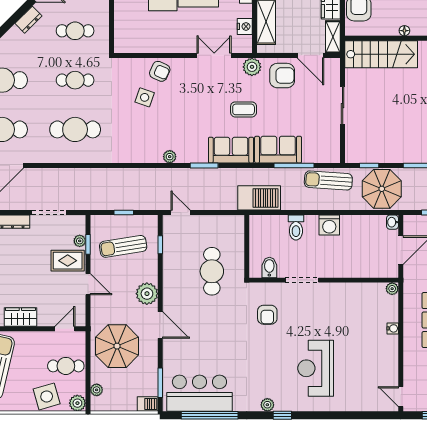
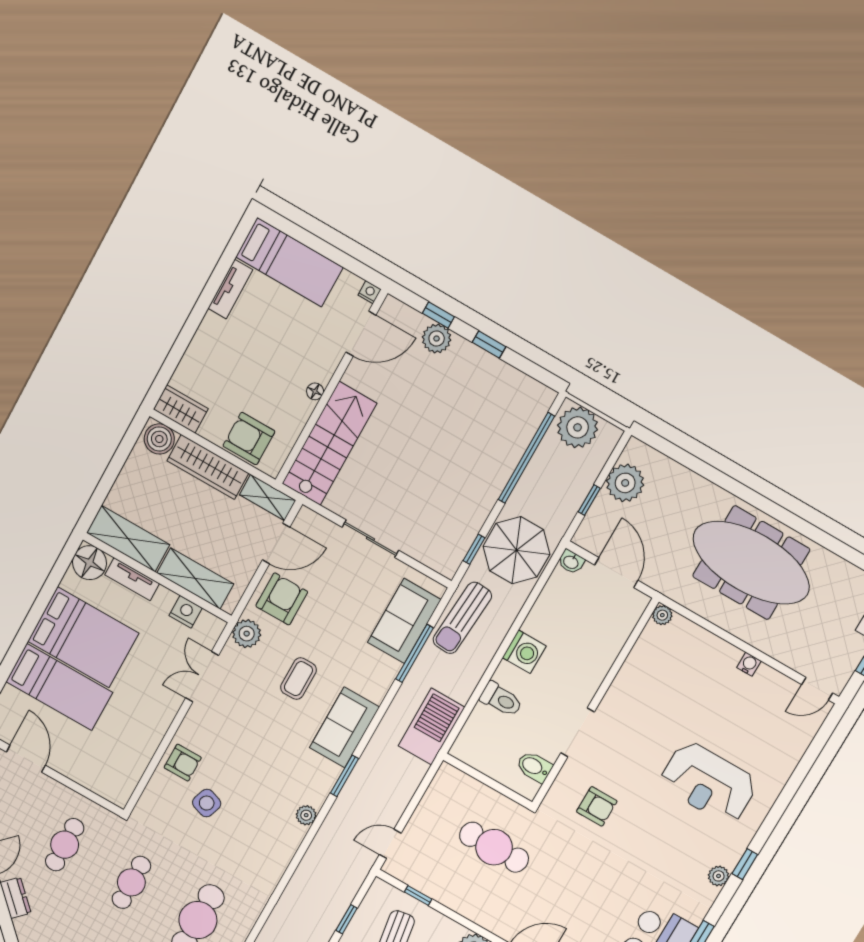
armchair: (160, 71) -> (183, 763), turned 66
sofa: (278, 150) -> (404, 621), moved
water cooler: (393, 328) -> (749, 664), moved

